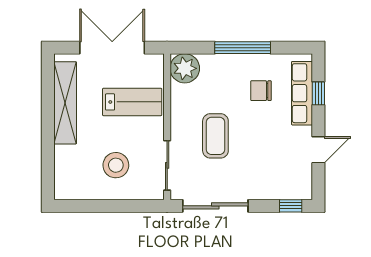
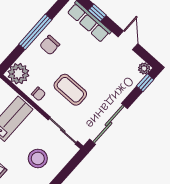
chair: (261, 91) -> (50, 45), moved
chair: (182, 107) -> (38, 94), added
plant: (304, 192) -> (144, 68), added

